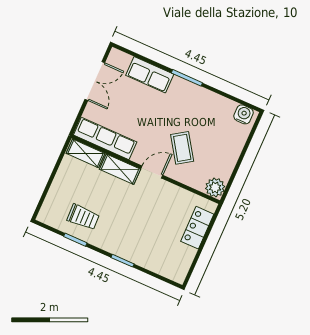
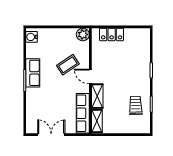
row of seats: (150, 75) -> (33, 73), moved

